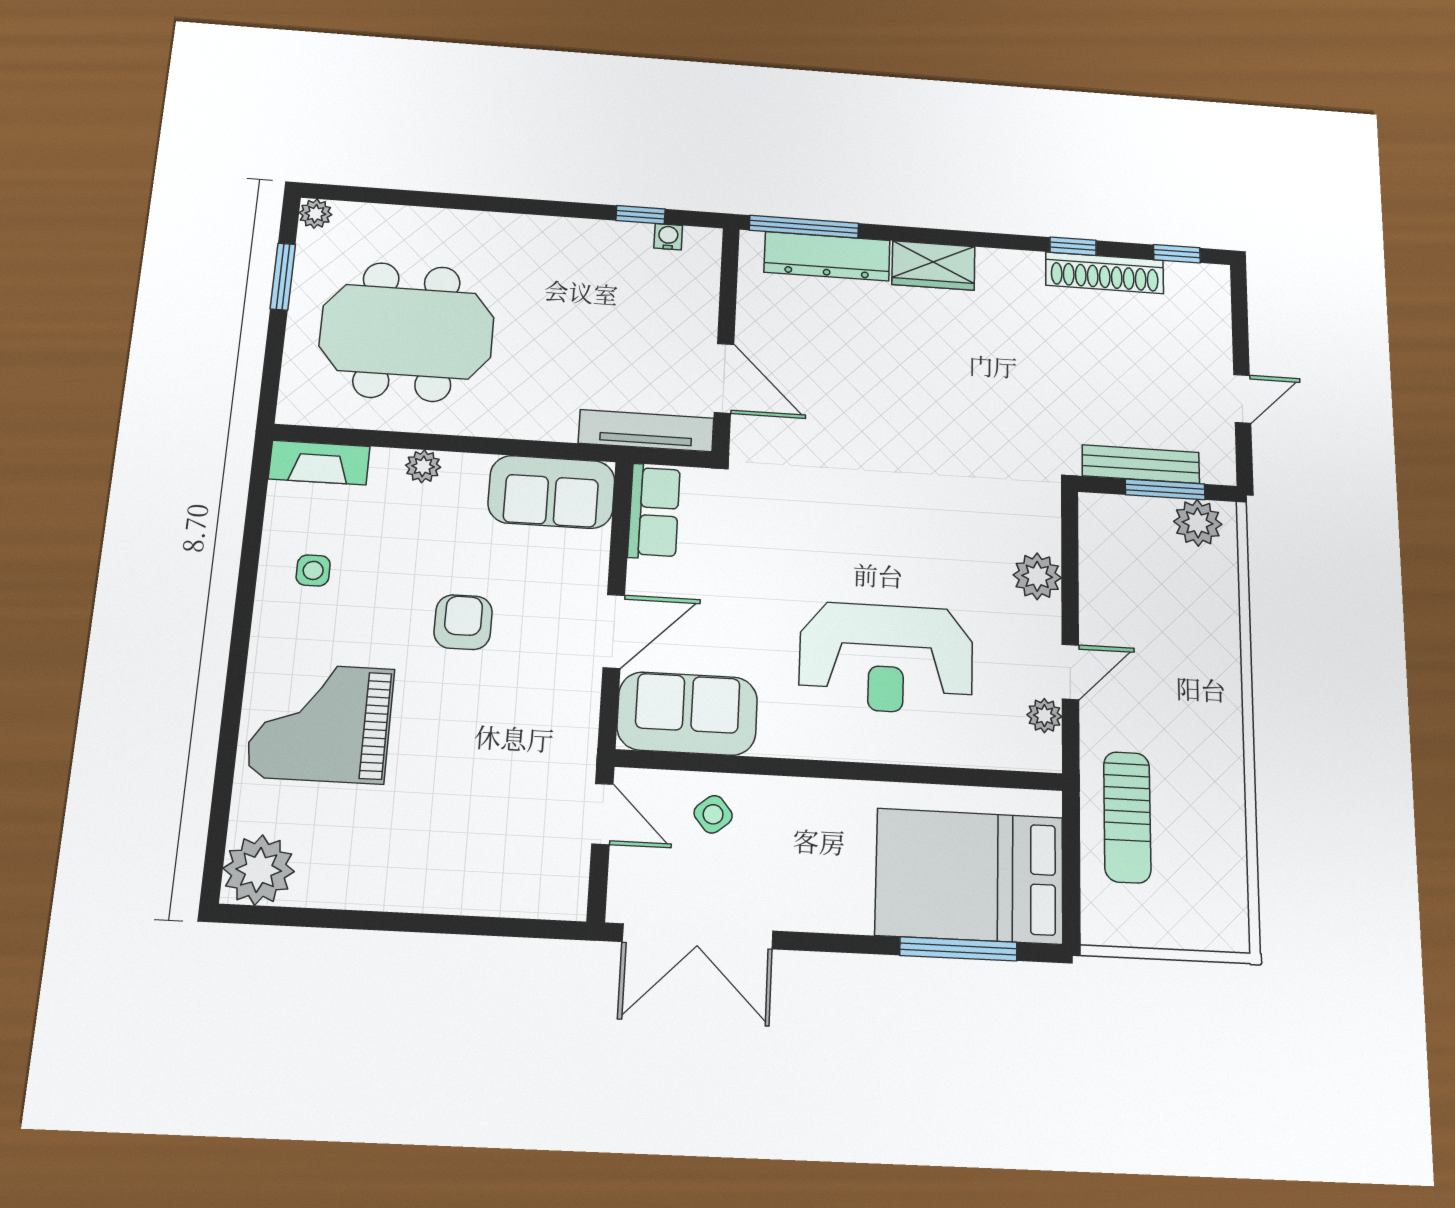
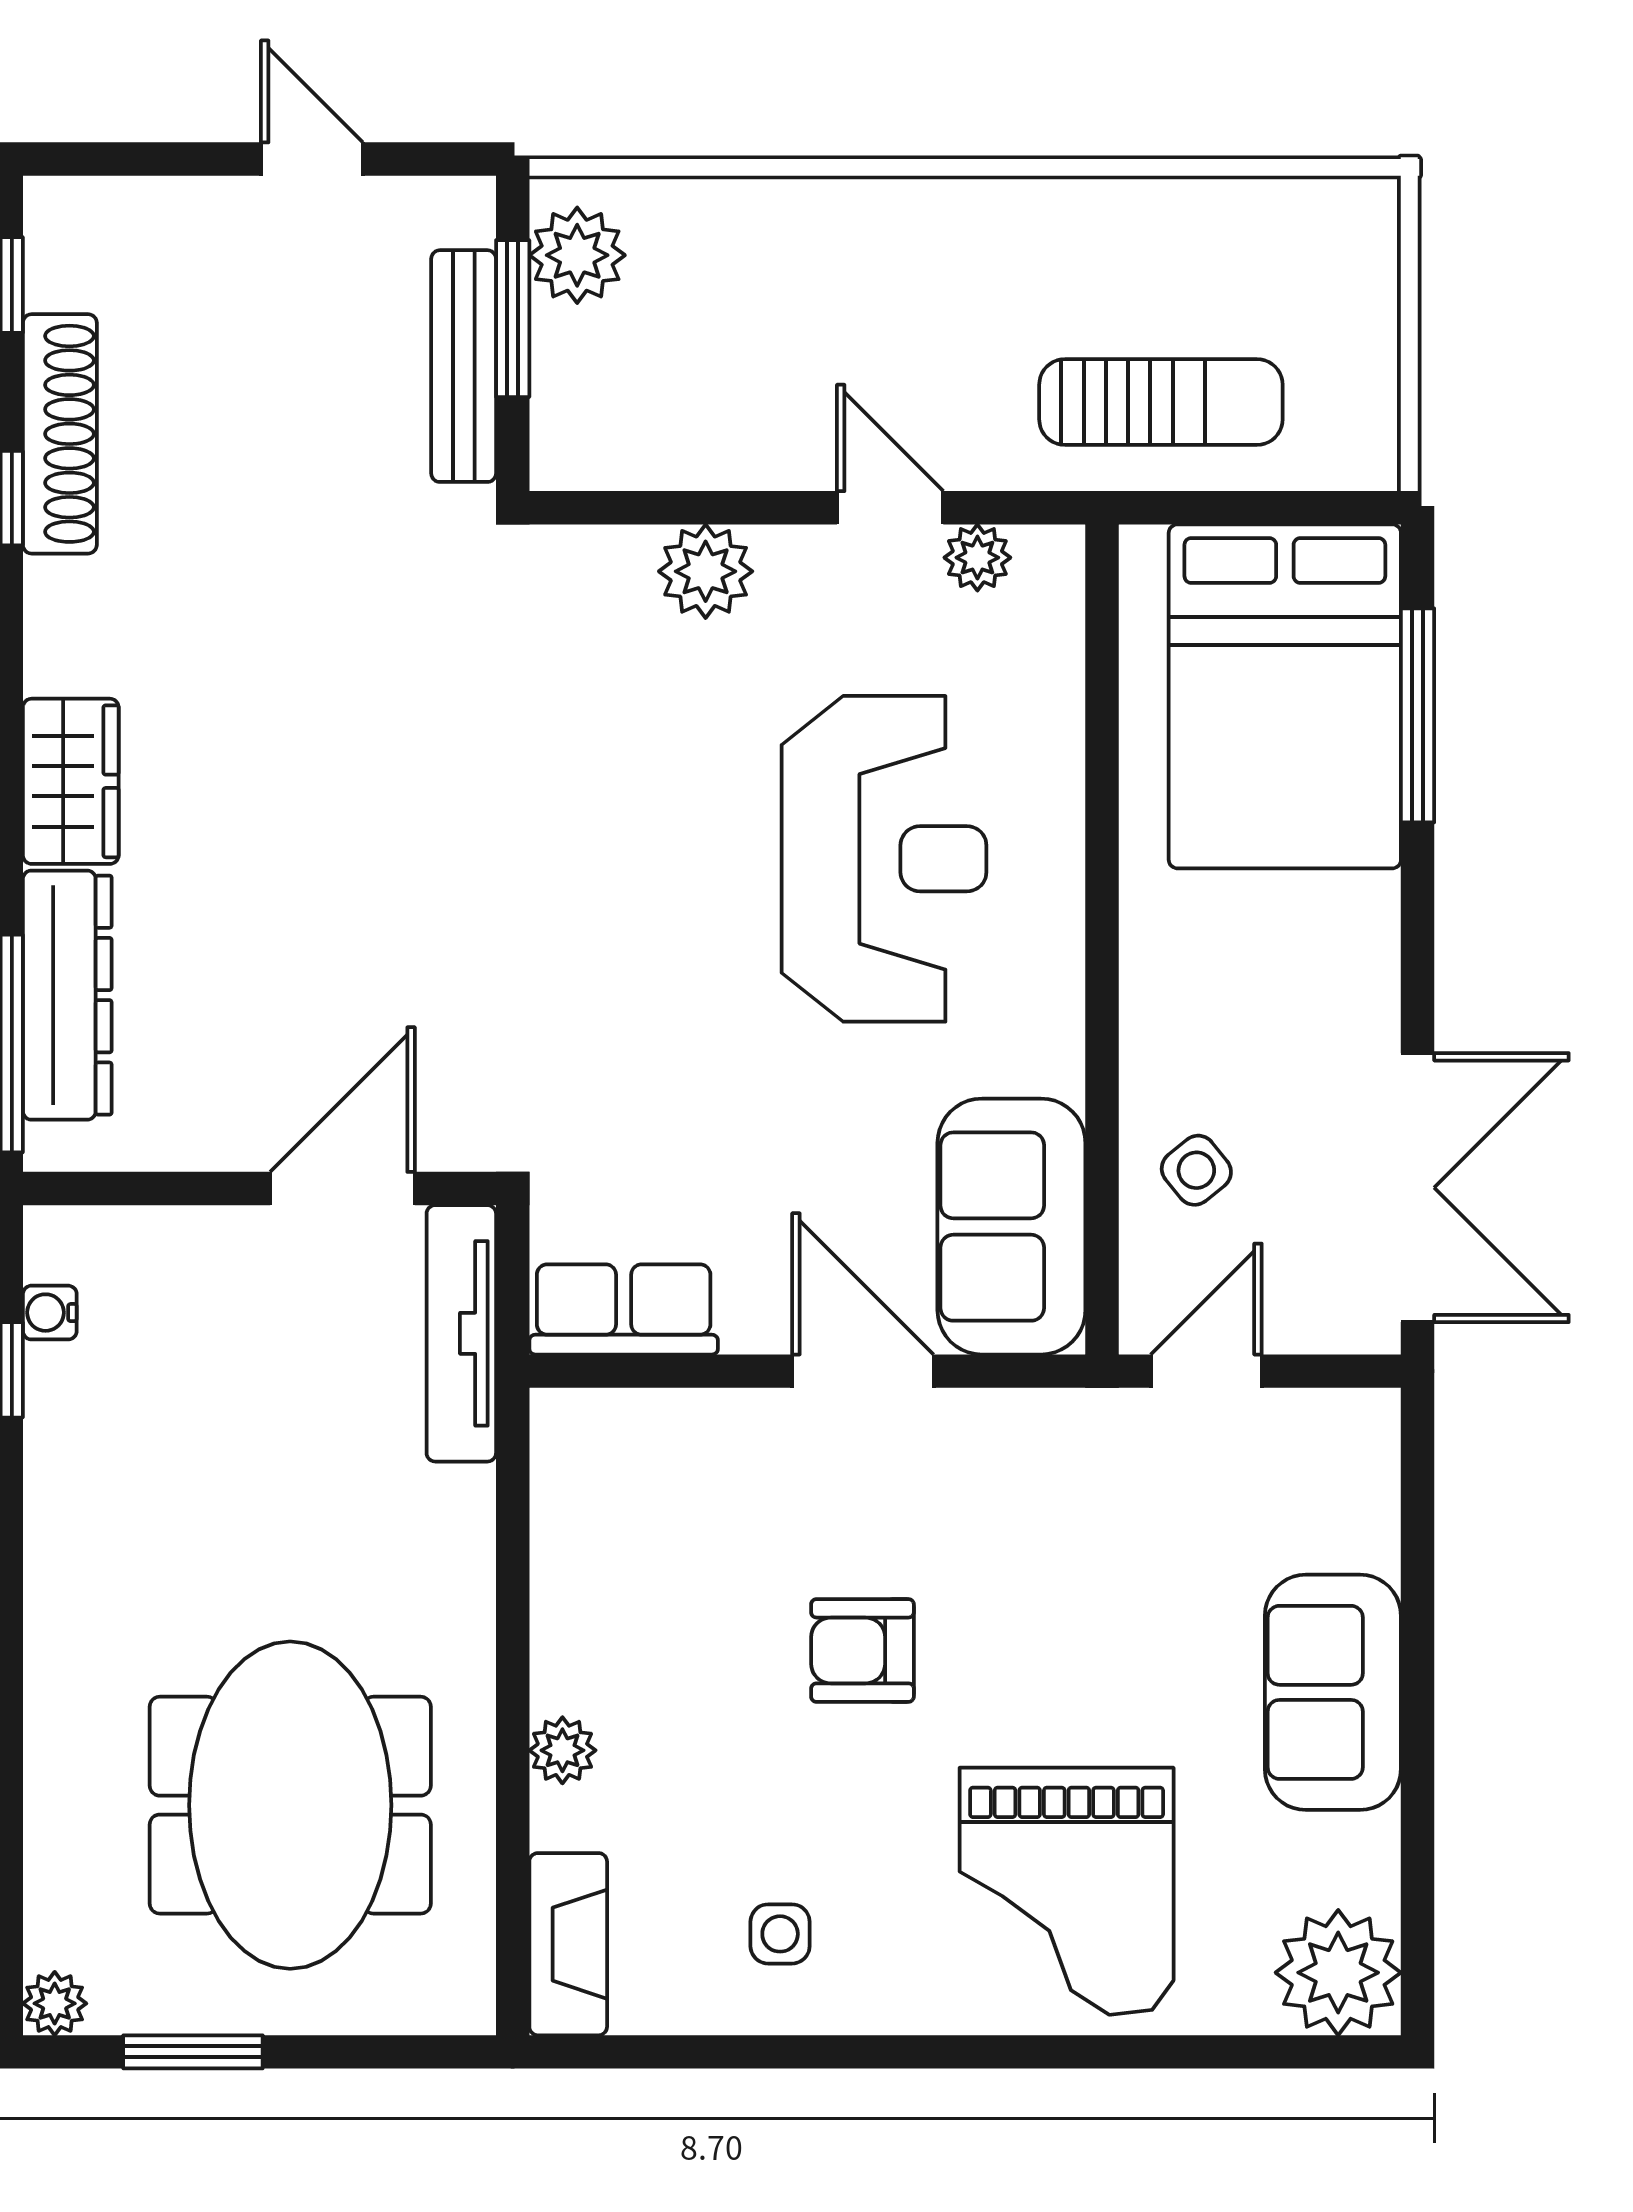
sofa: (551, 492) -> (1333, 1692), moved, turned 180

